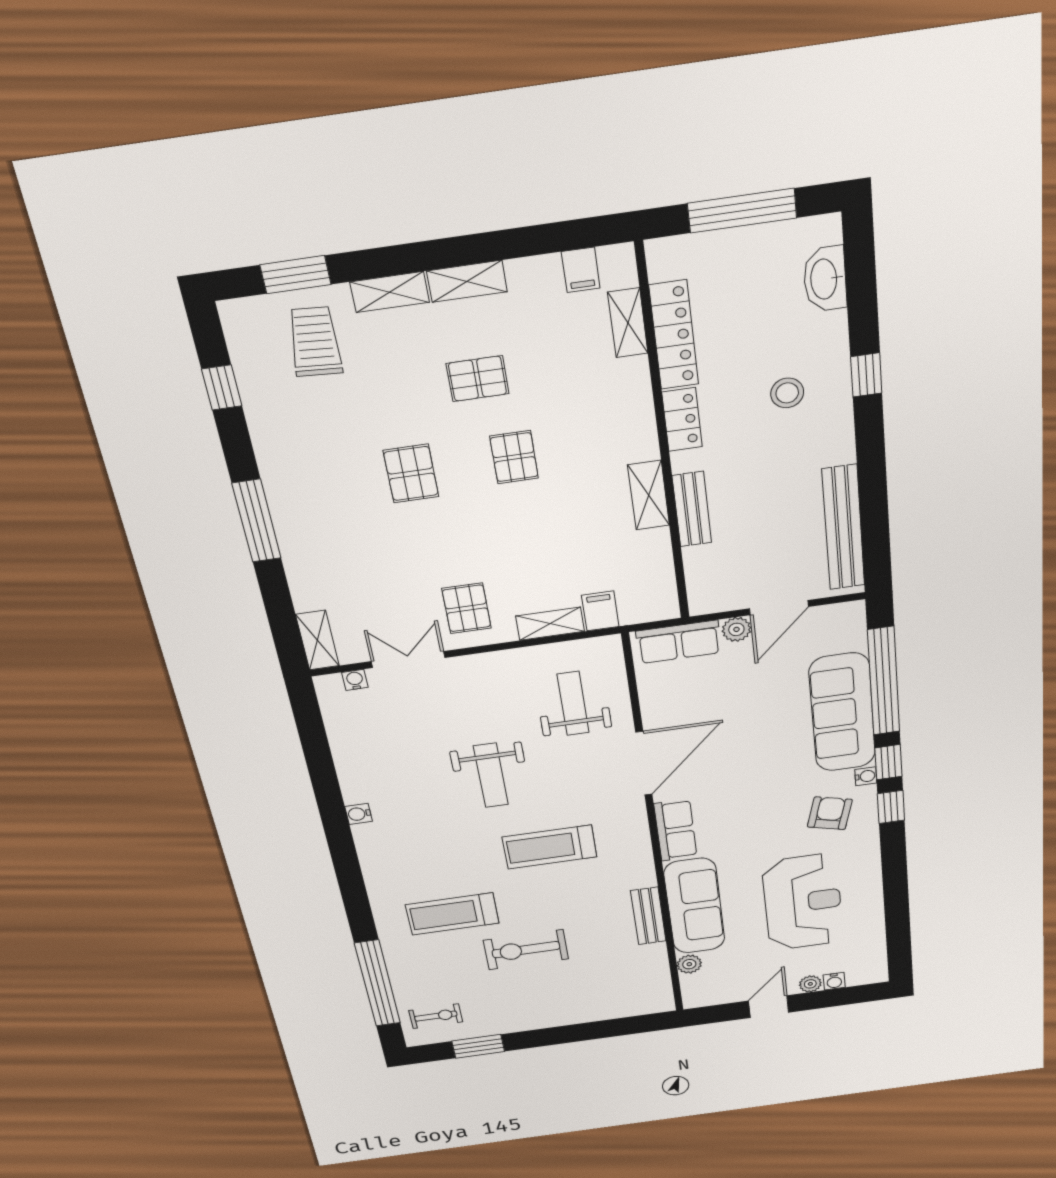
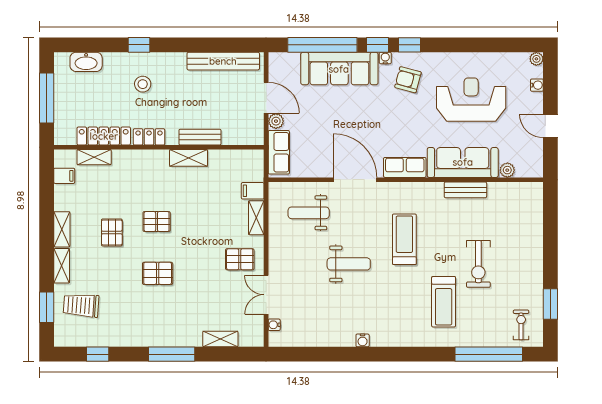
shelving: (317, 640) -> (220, 339), moved
treadmill: (550, 847) -> (404, 239), turned 180
plant: (810, 984) -> (536, 59), moved

